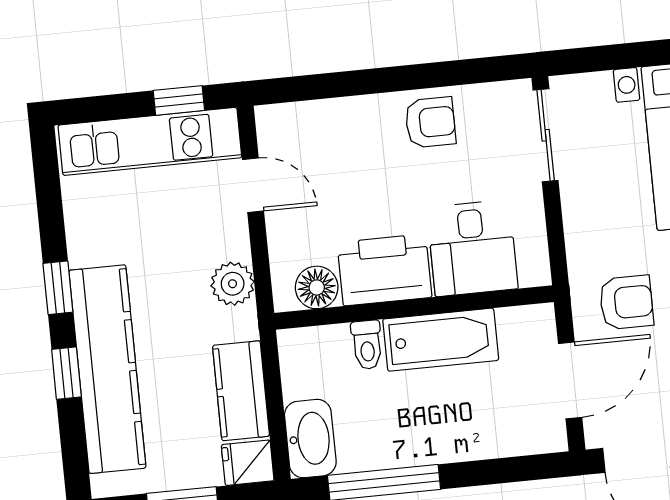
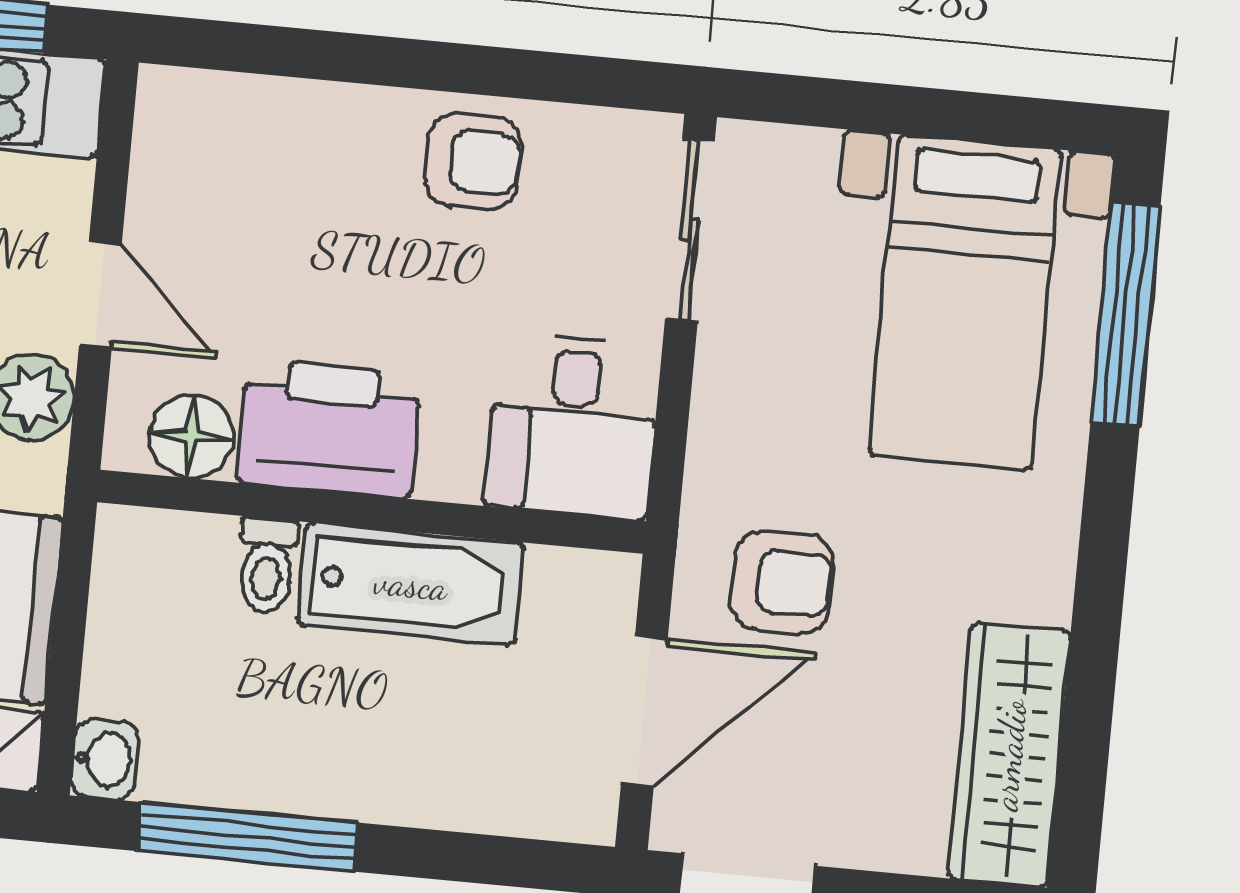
door: (253, 185) -> (100, 295), moved
desk: (472, 248) -> (573, 426), moved
washbasin: (310, 439) -> (105, 759), width x0.52, depth x0.69

